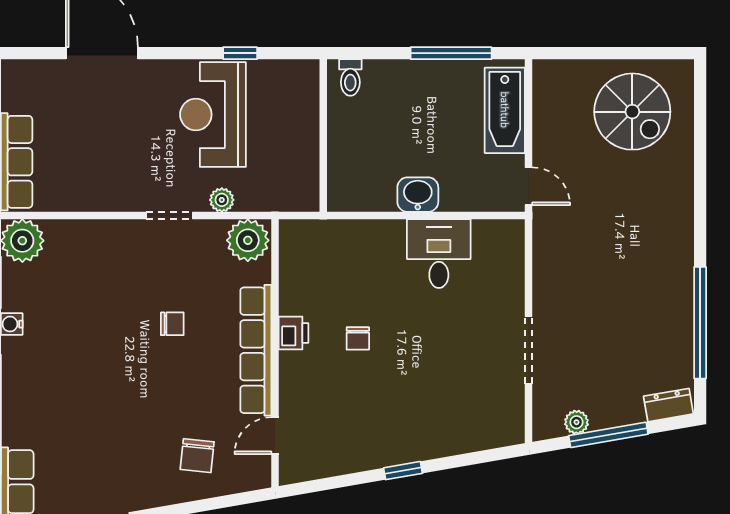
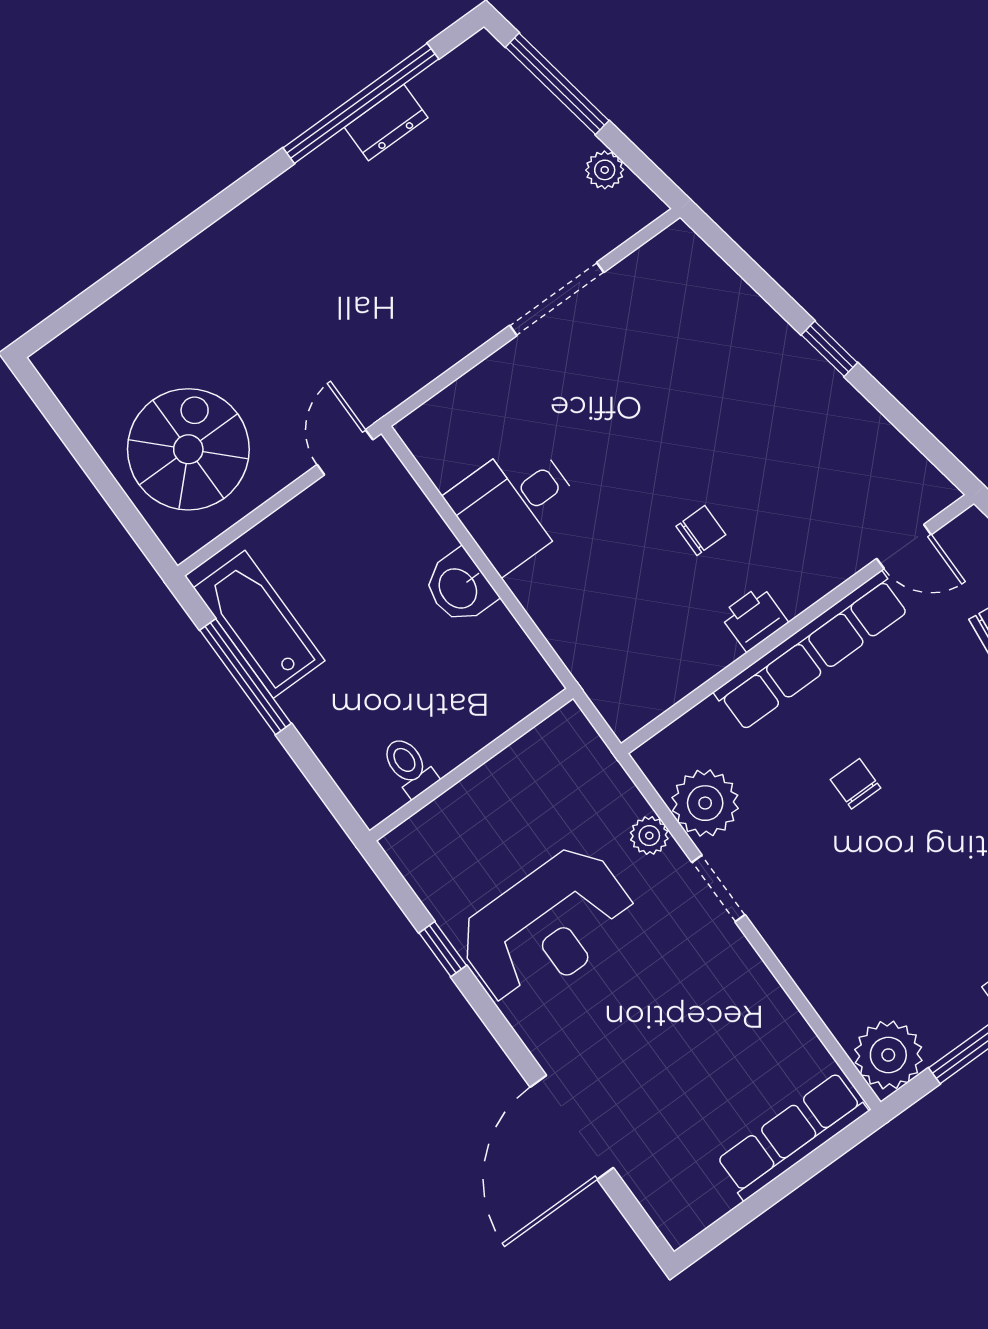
toilet: (350, 77) -> (409, 767), moved, turned -90
bathtub: (505, 110) -> (259, 624), moved, turned -90
spiral stairs: (632, 112) -> (188, 449), moved
plant: (248, 240) -> (705, 803), moved
dresser: (668, 405) -> (386, 122), moved, turned -80
window: (608, 435) -> (557, 84), moved

